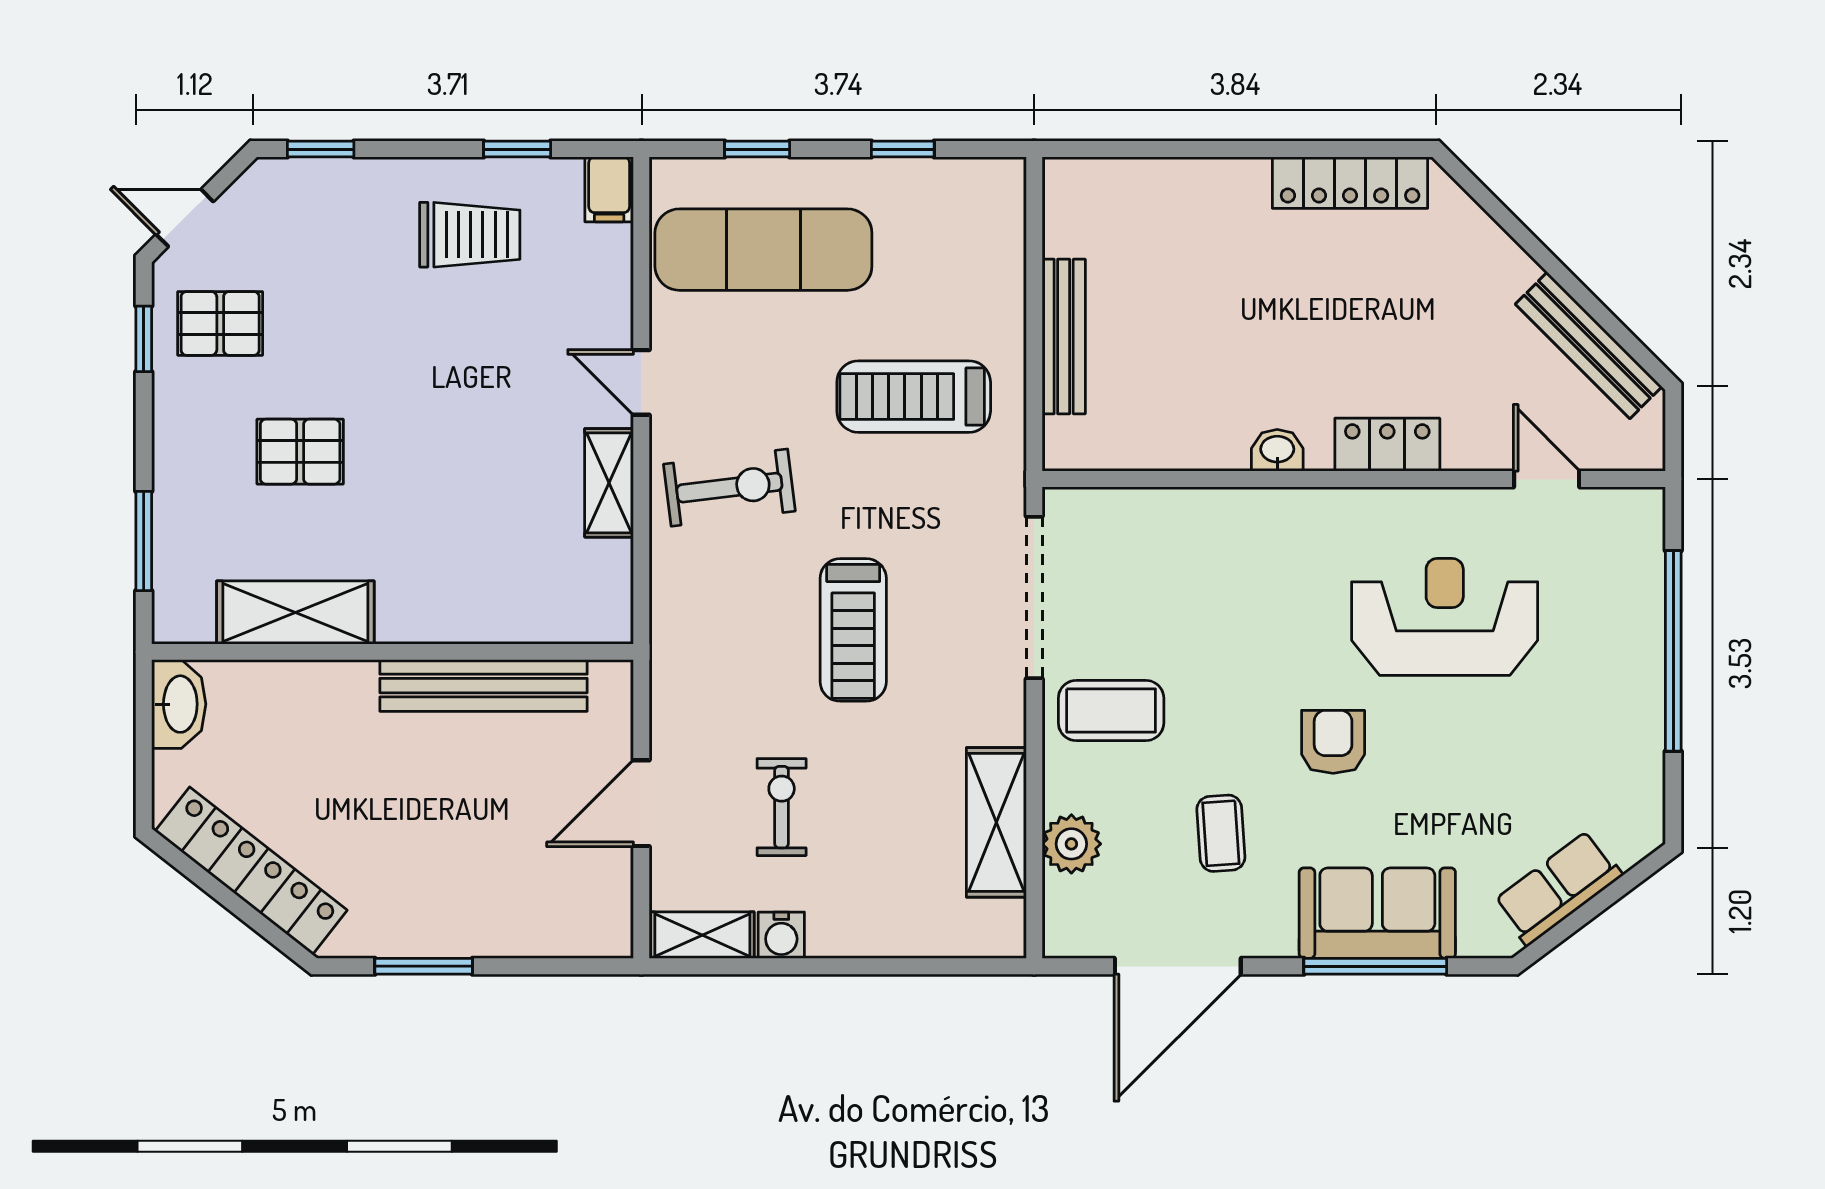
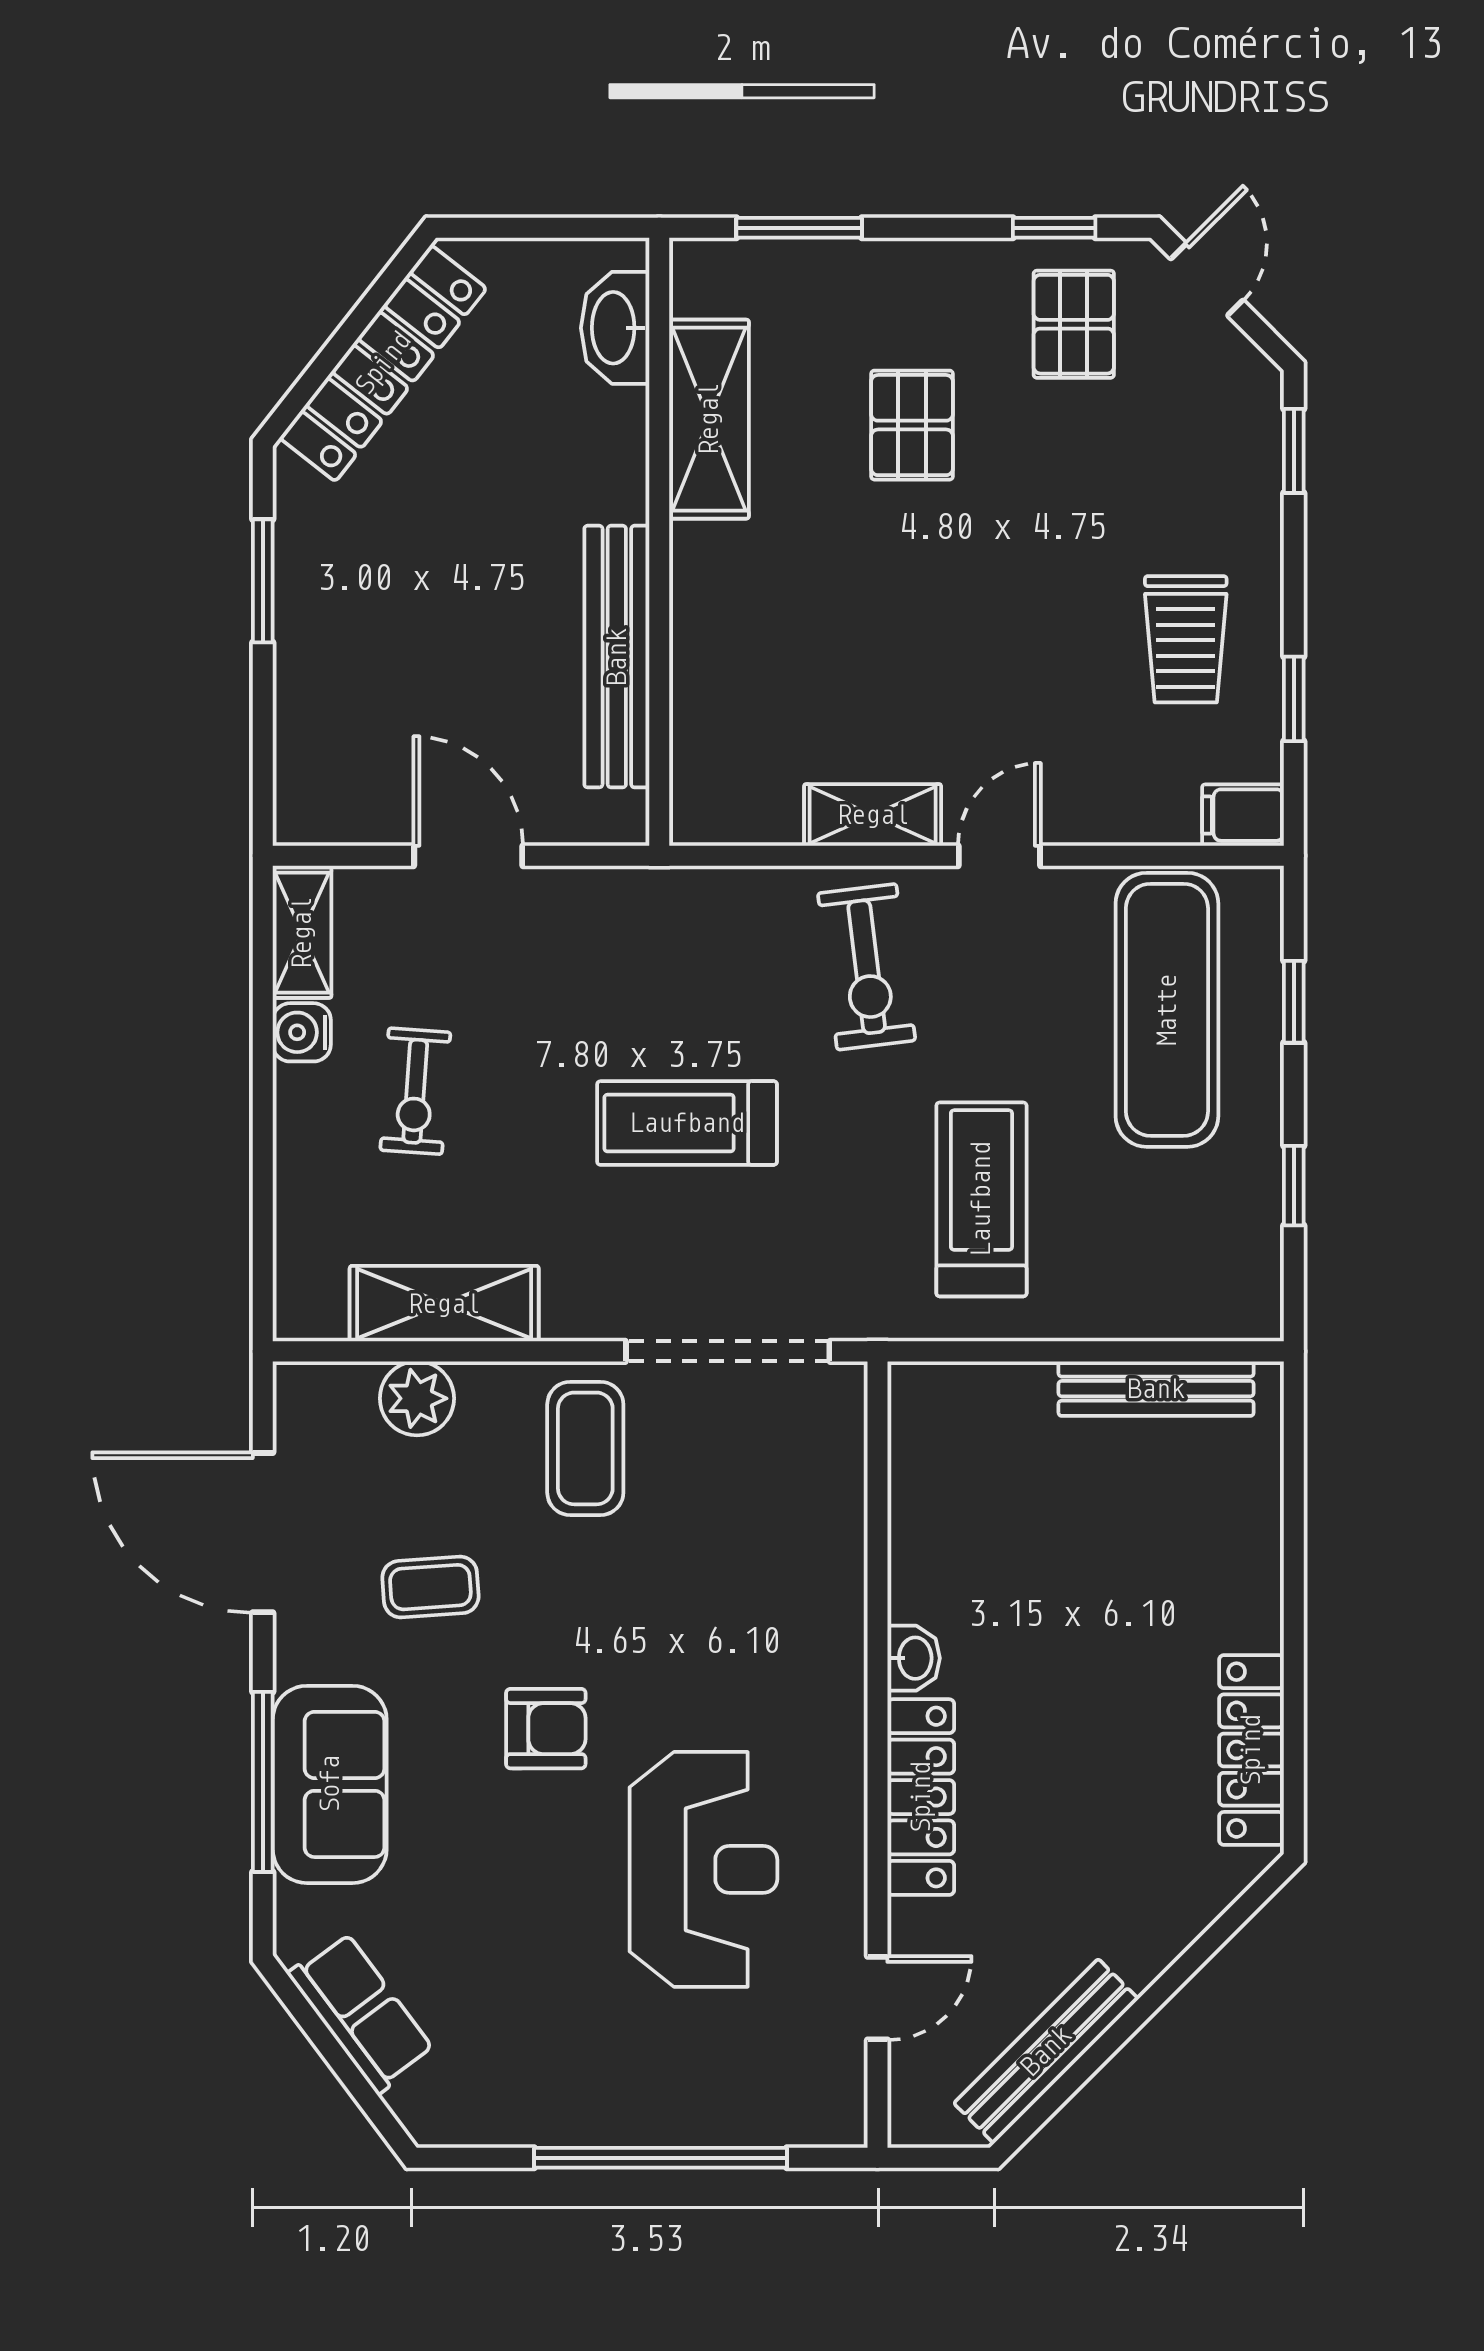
bench: (1064, 336) -> (1156, 1389), moved
locker: (1387, 445) -> (921, 1797), width x1.53
washbasin: (179, 704) -> (615, 328), moved, turned 90
exercise bike: (782, 807) -> (415, 1091), moved, turned 94

